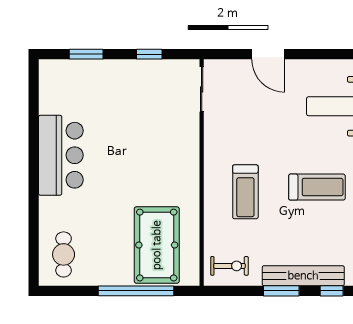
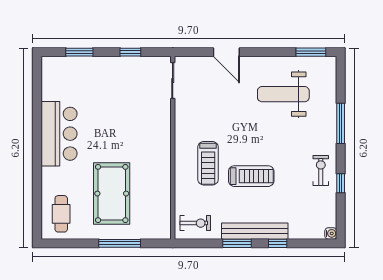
treadmill: (317, 187) -> (251, 176), moved
pool table: (157, 245) -> (112, 194), moved
window: (136, 291) -> (120, 243), width x0.68

